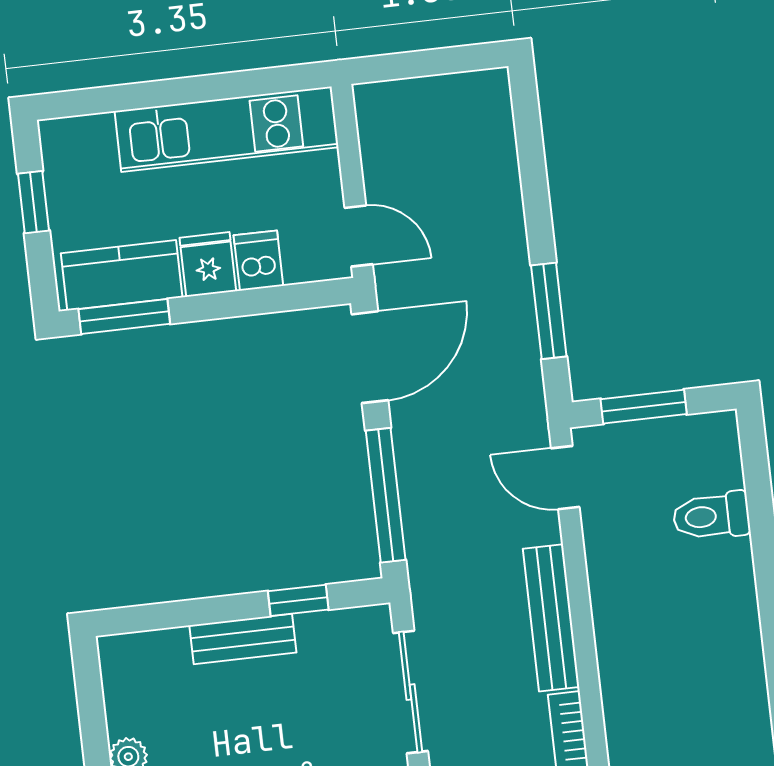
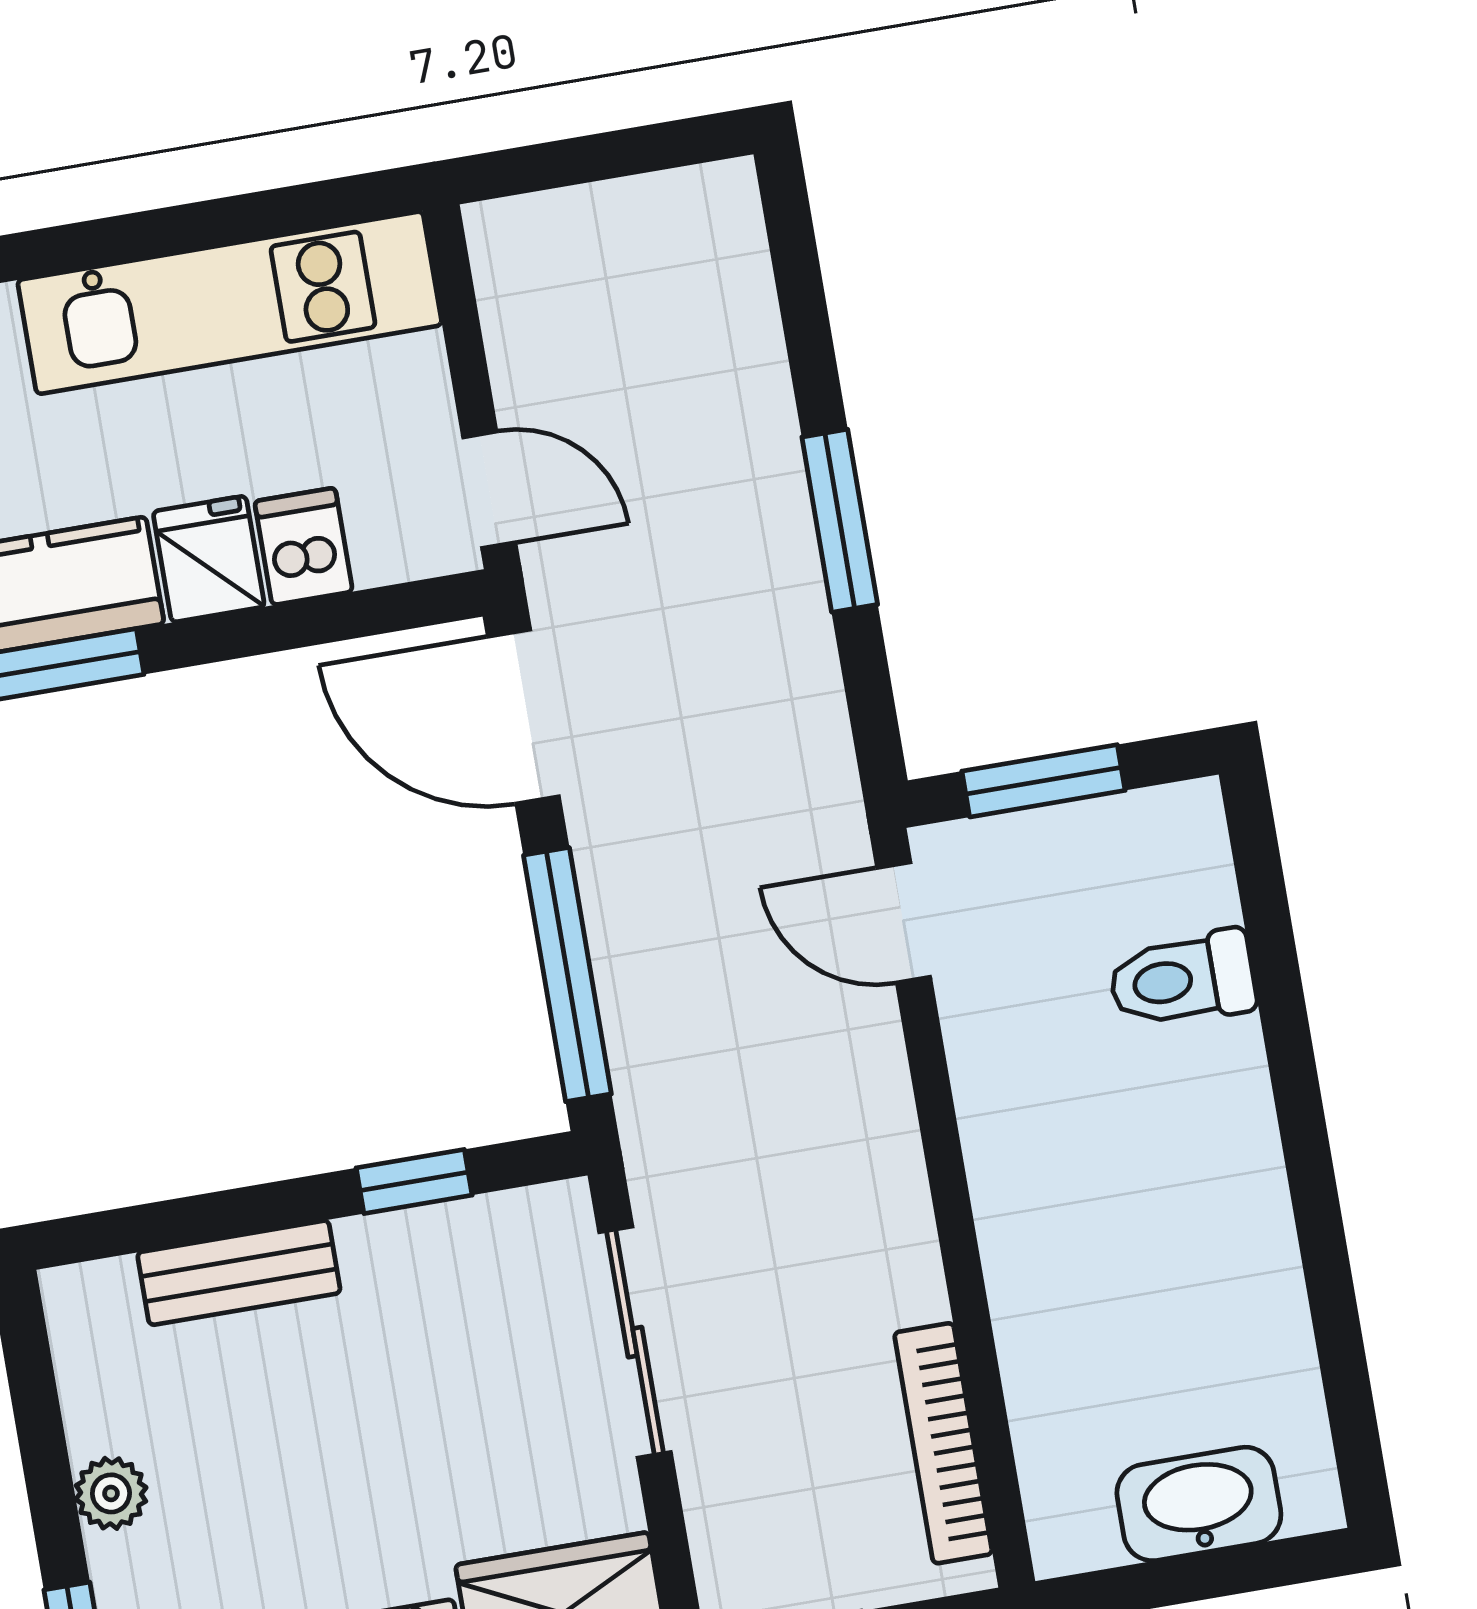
window: (549, 311) -> (840, 521), moved
door: (370, 357) -> (523, 716), swing flipped
bench: (551, 618) -> (892, 1188), removed
bench: (243, 639) -> (239, 1273), moved

